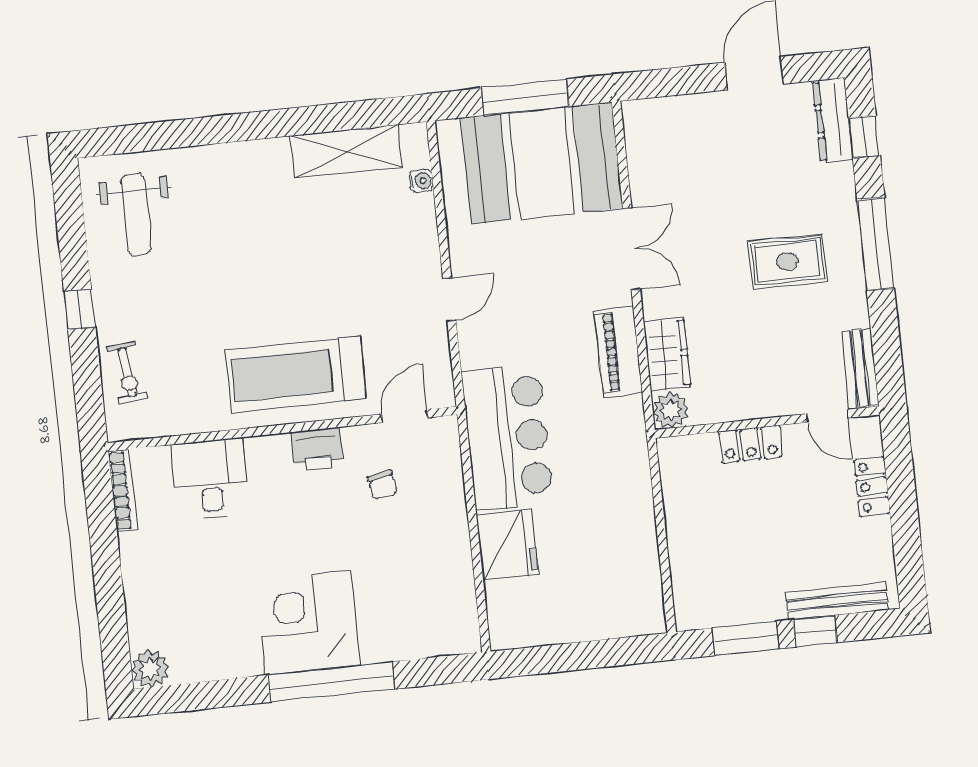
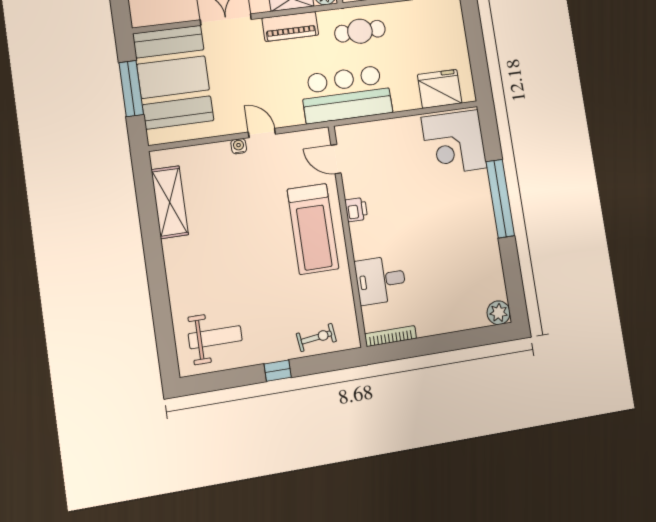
water cooler: (421, 181) -> (239, 146), moved
printer: (317, 449) -> (356, 210), width x0.73, depth x0.81
cafe table: (609, 464) -> (360, 31), added
chair: (382, 485) -> (379, 171), removed
fridge: (507, 545) -> (440, 89), moved
corner desk: (308, 623) -> (454, 143), moved

